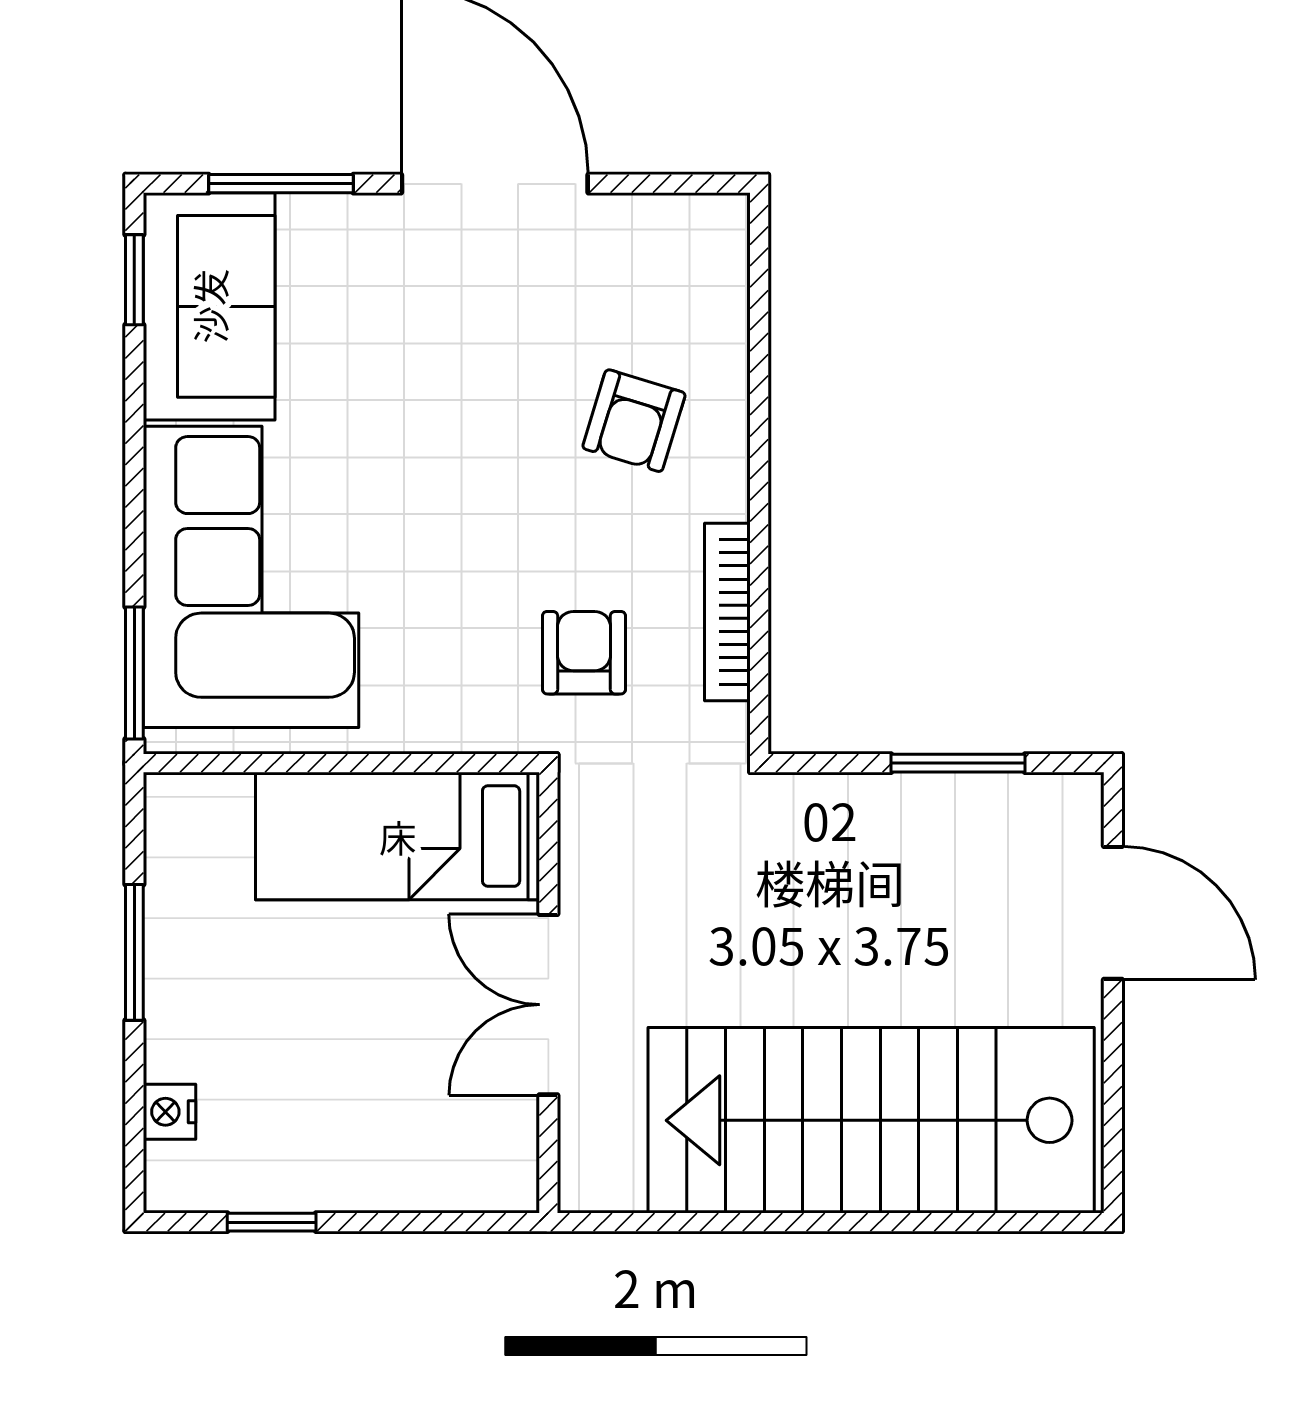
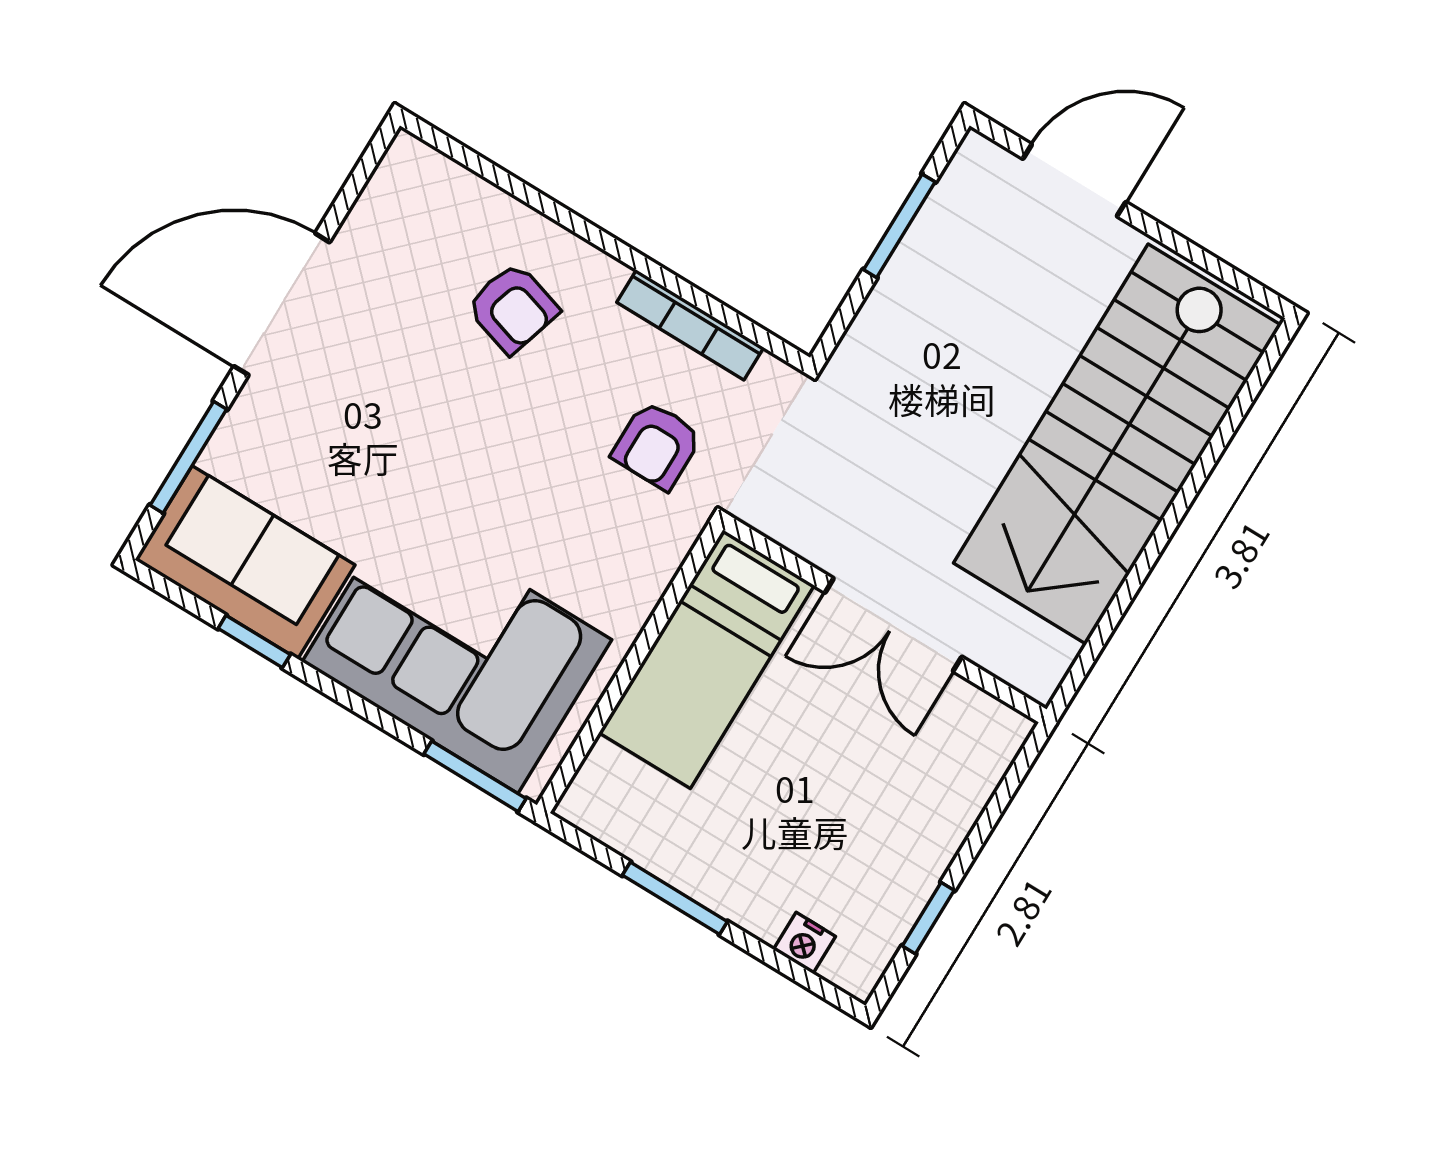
window: (134, 280) -> (254, 642), moved
armchair: (584, 653) -> (657, 445), turned -90

